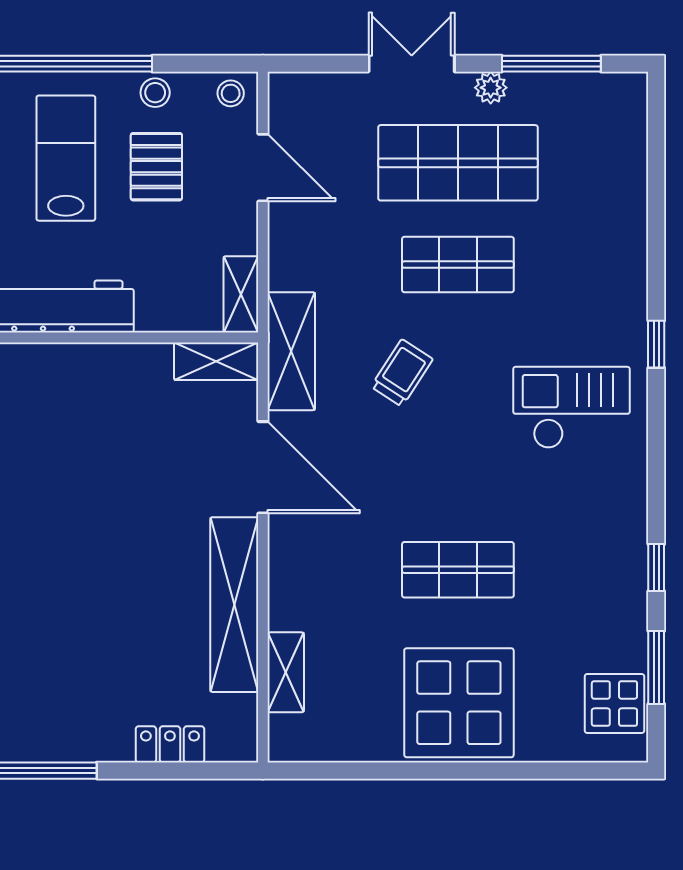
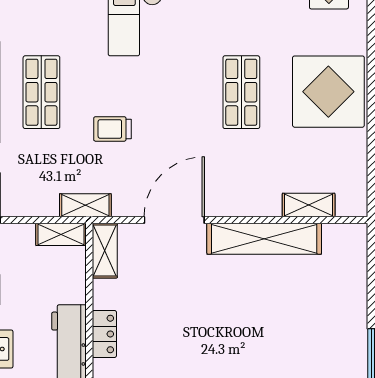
shelving: (291, 351) -> (85, 205), width x0.67, depth x0.75
trolley: (402, 373) -> (112, 129), turned -33
locker: (170, 744) -> (104, 334), moved, turned 180

